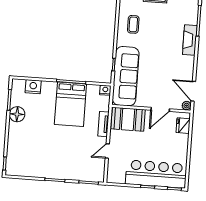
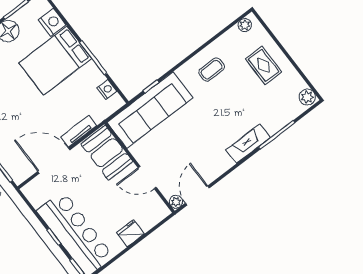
nightstand: (105, 90) -> (107, 89), moved
bed: (70, 104) -> (55, 61), moved
fridge: (183, 126) -> (130, 233), moved
door: (107, 151) -> (54, 161), width x1.88

